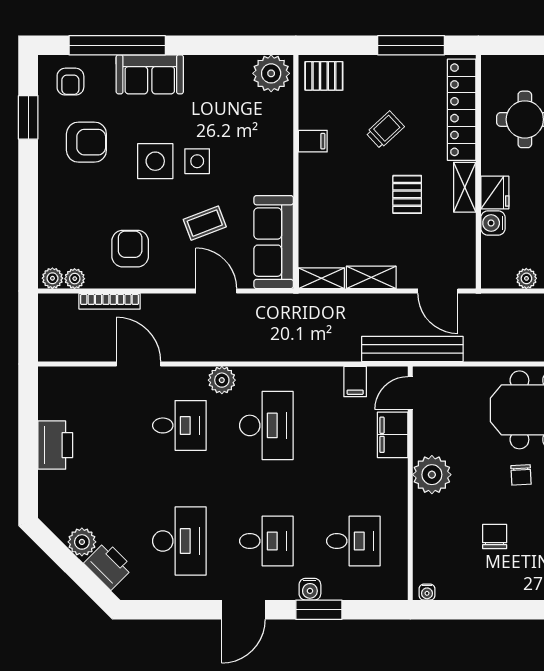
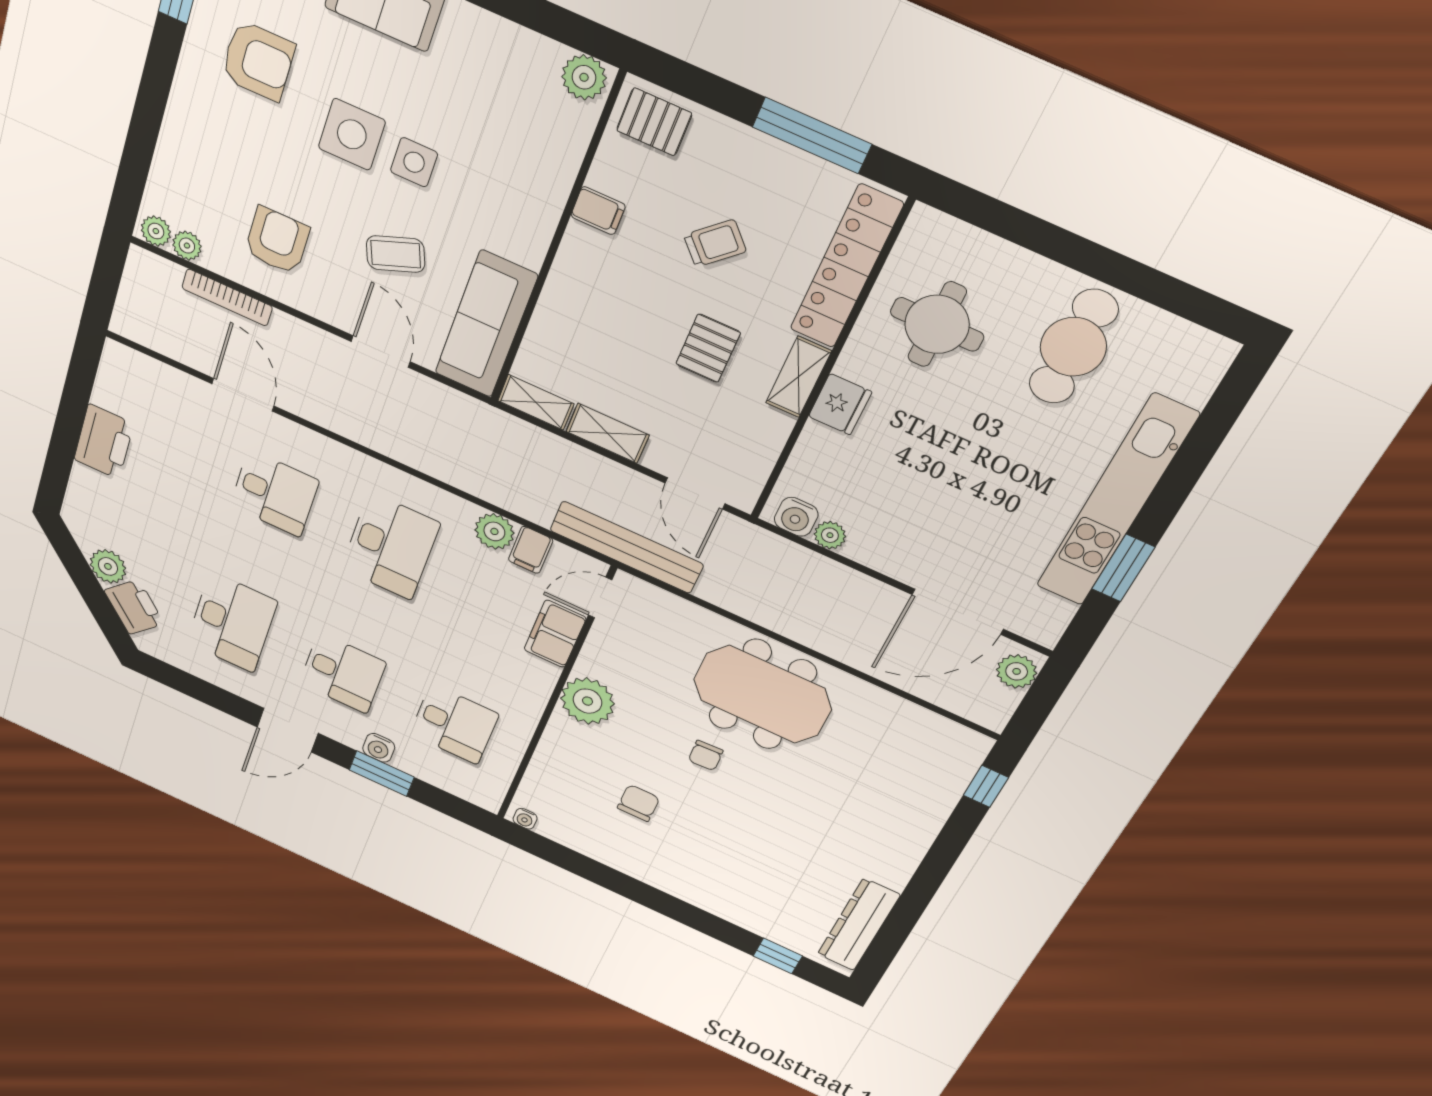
plant: (271, 73) -> (584, 77), width x0.73, depth x0.73
water cooler: (493, 223) -> (796, 517), moved, turned -90
plant: (222, 380) -> (494, 531), moved

